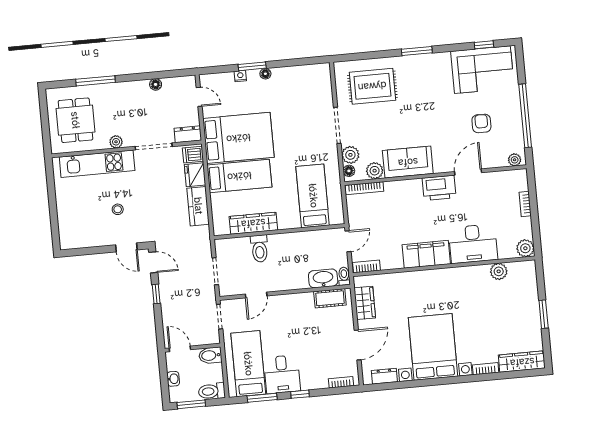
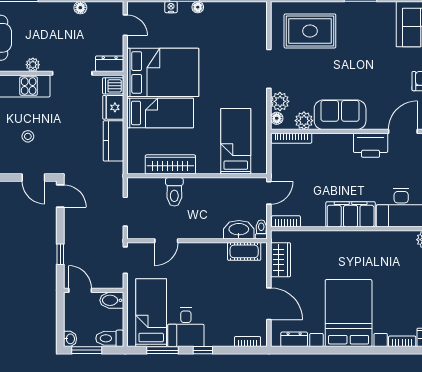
window: (156, 294) -> (60, 254), moved
door: (358, 345) -> (269, 304), hinge flipped
washbasin: (173, 379) -> (70, 339), moved

